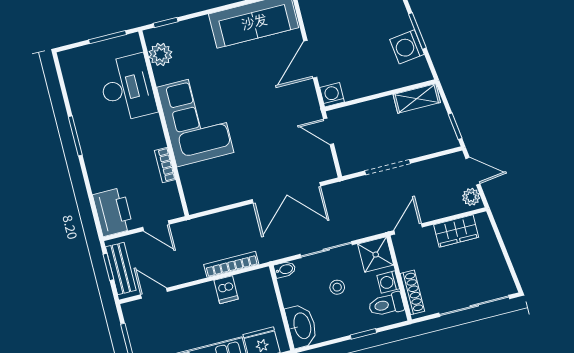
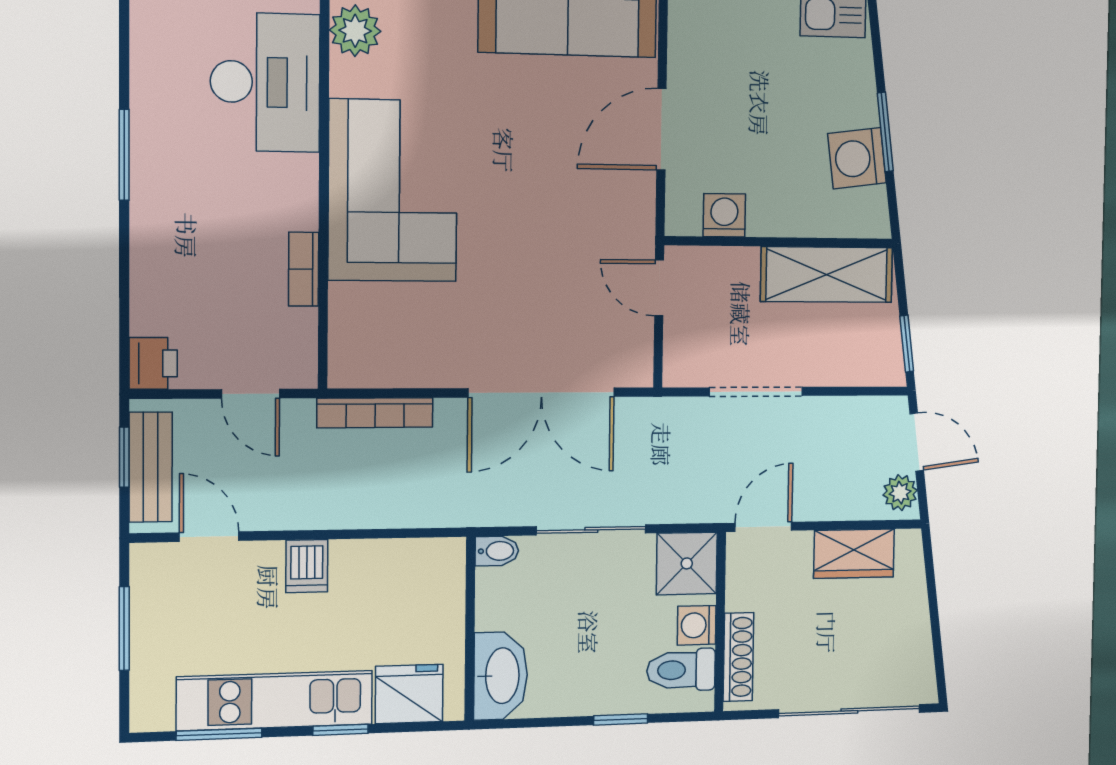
washing machine: (332, 95) -> (724, 215), moved
shelving: (417, 98) -> (827, 275), width x1.50, depth x1.33
printer: (113, 212) -> (153, 363), width x0.53, depth x0.68
bookcase: (231, 264) -> (375, 413), moved, turned 180
stool: (337, 287) -> (593, 612), removed
dishwasher: (226, 290) -> (307, 566), moved

